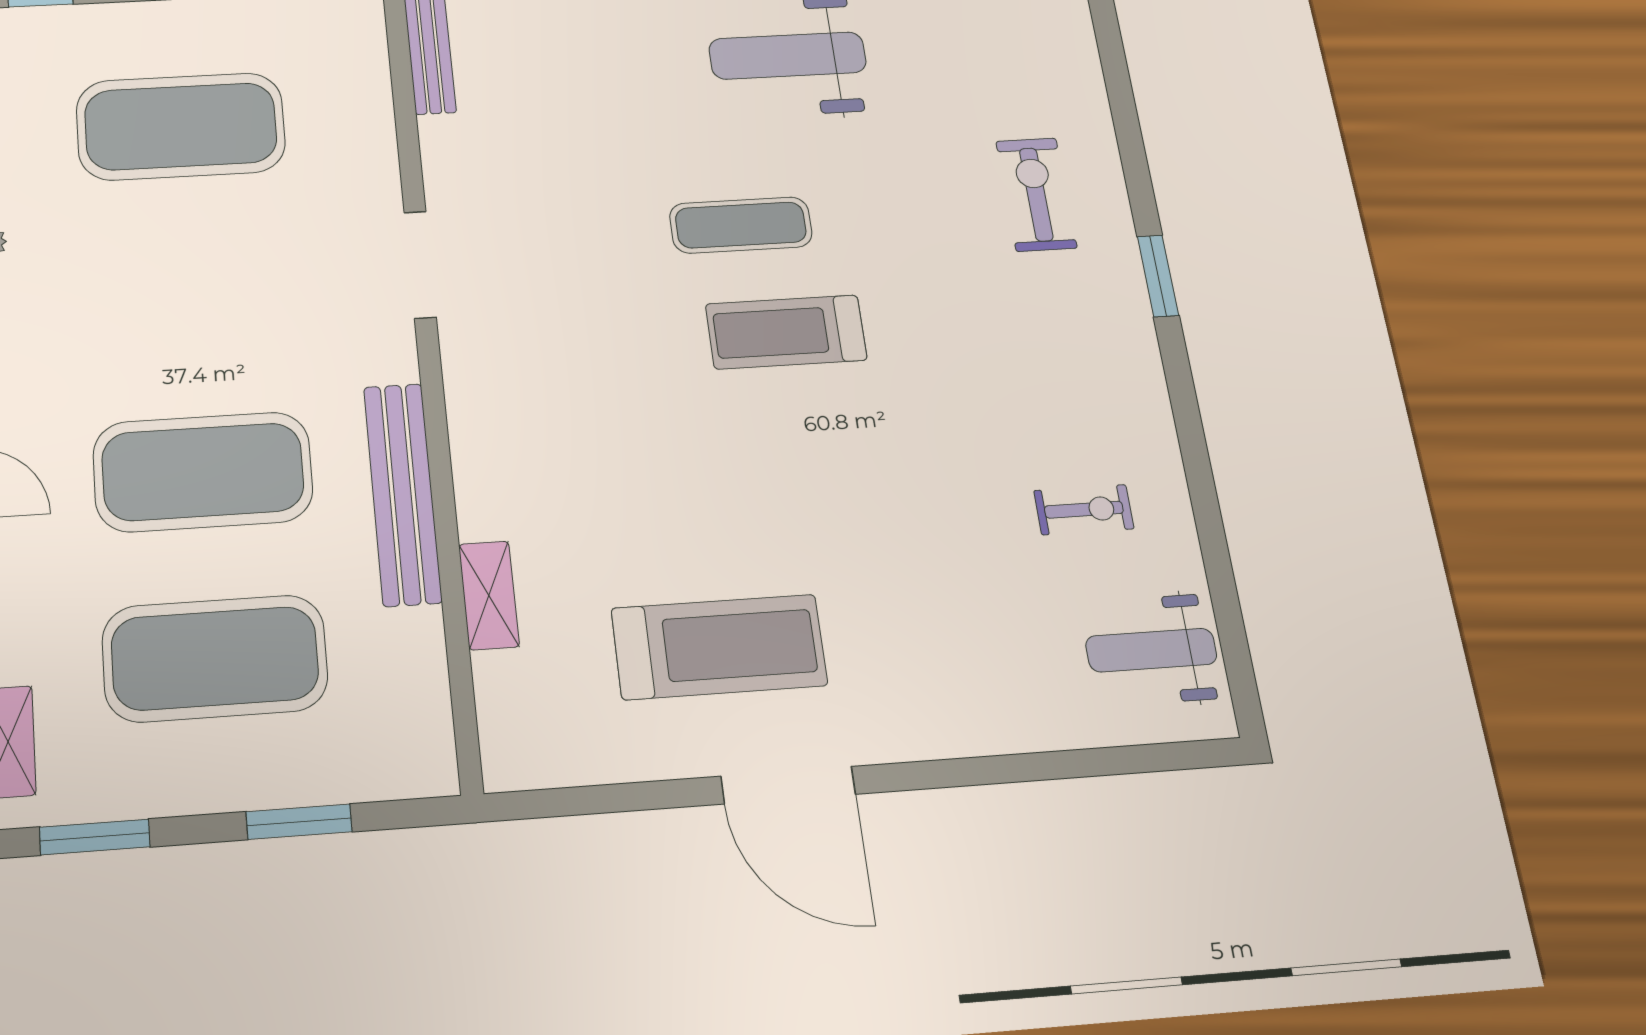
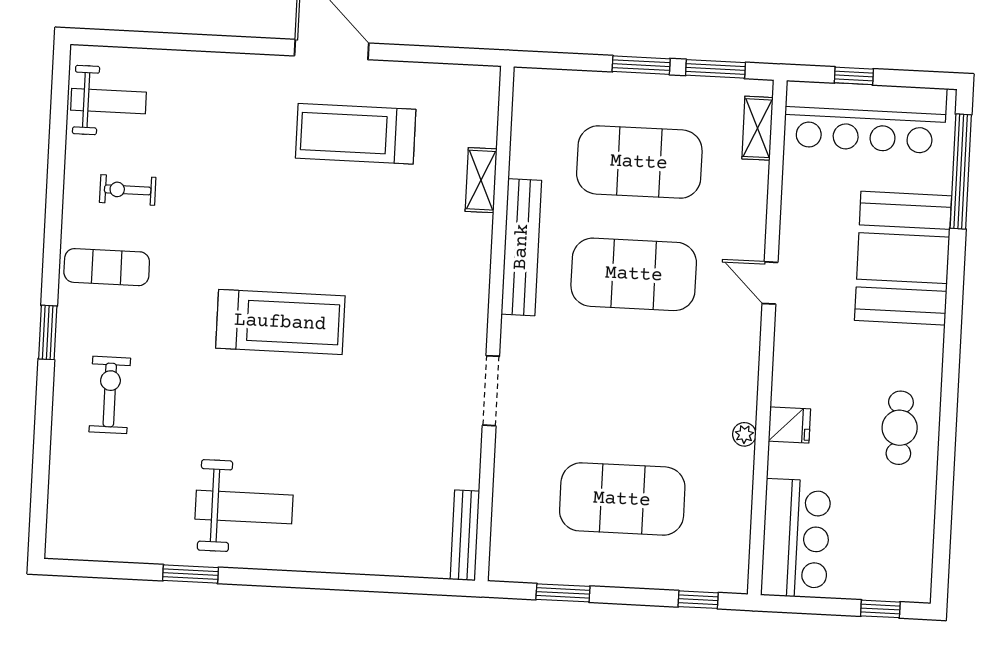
exercise bike: (1036, 194) -> (110, 395), turned 180
exercise mat: (741, 225) -> (107, 267), moved
treadmill: (786, 332) -> (280, 322), width x1.37, depth x1.38
window: (299, 822) -> (641, 65), moved

